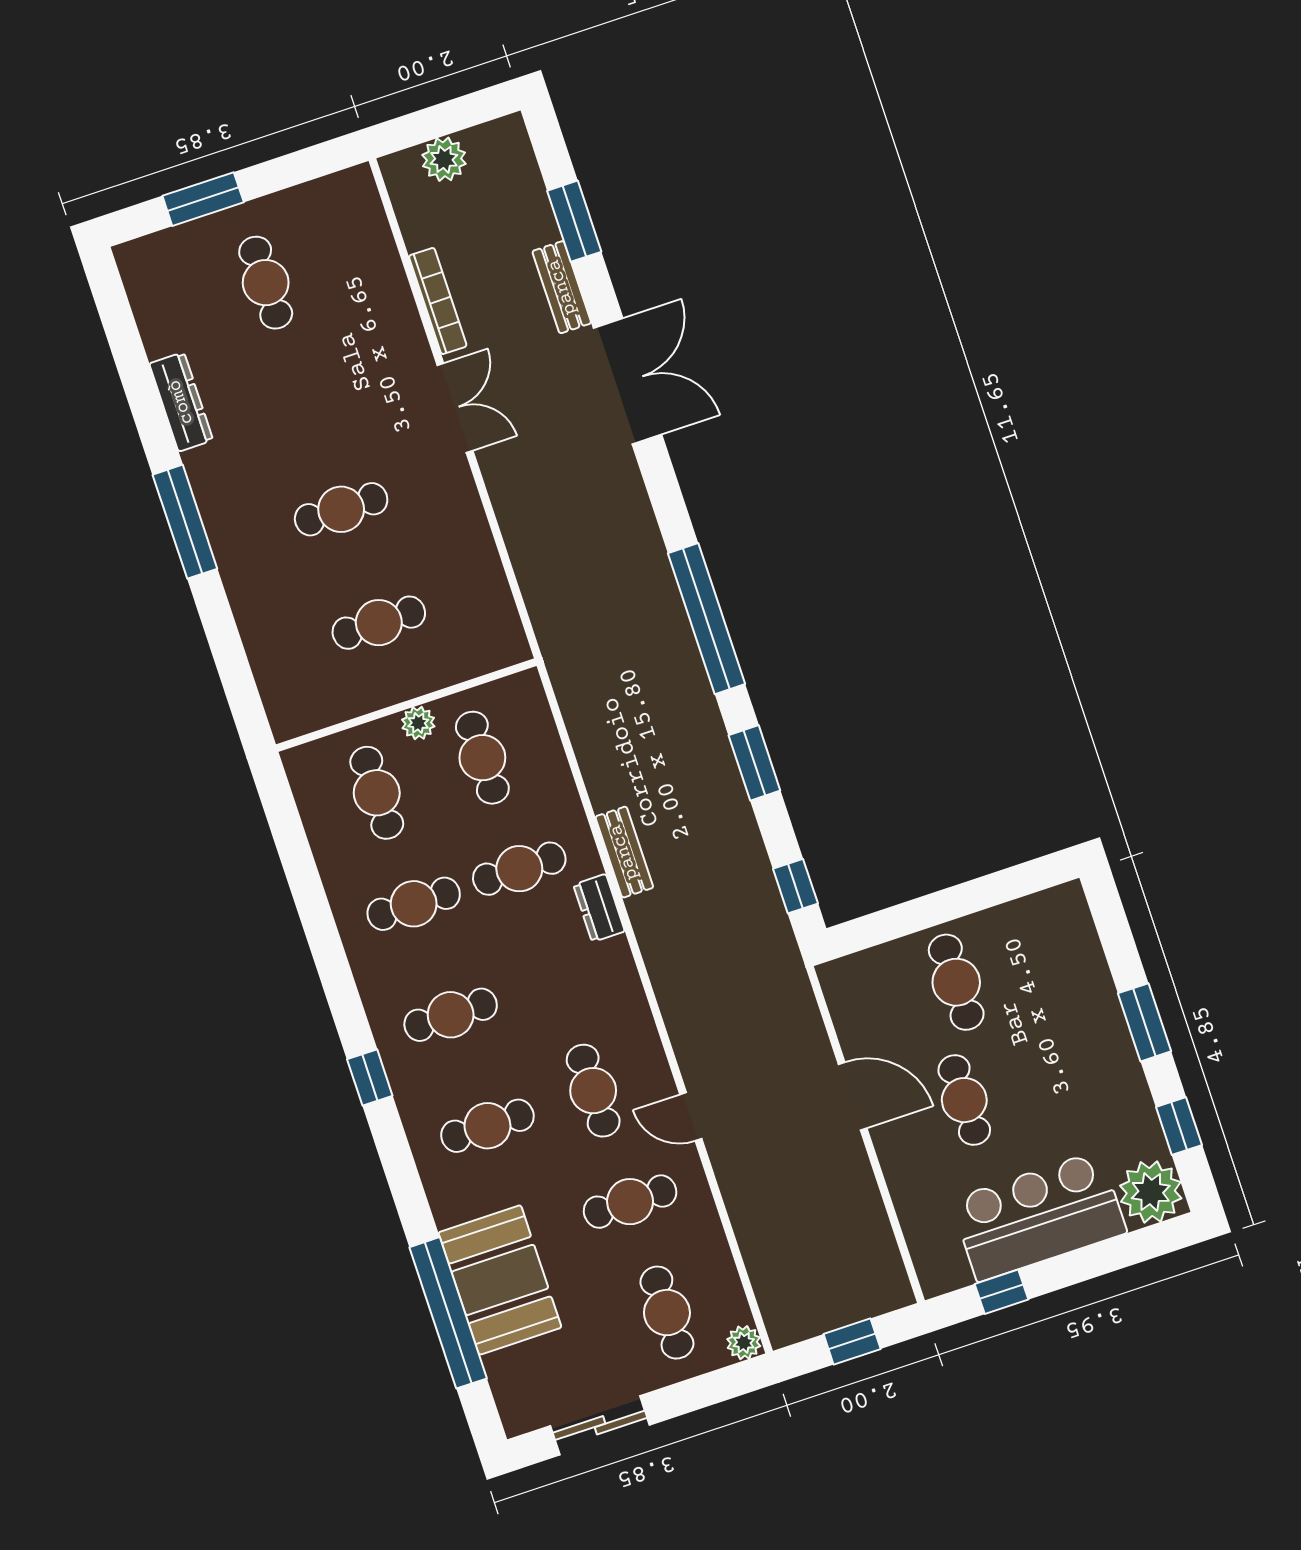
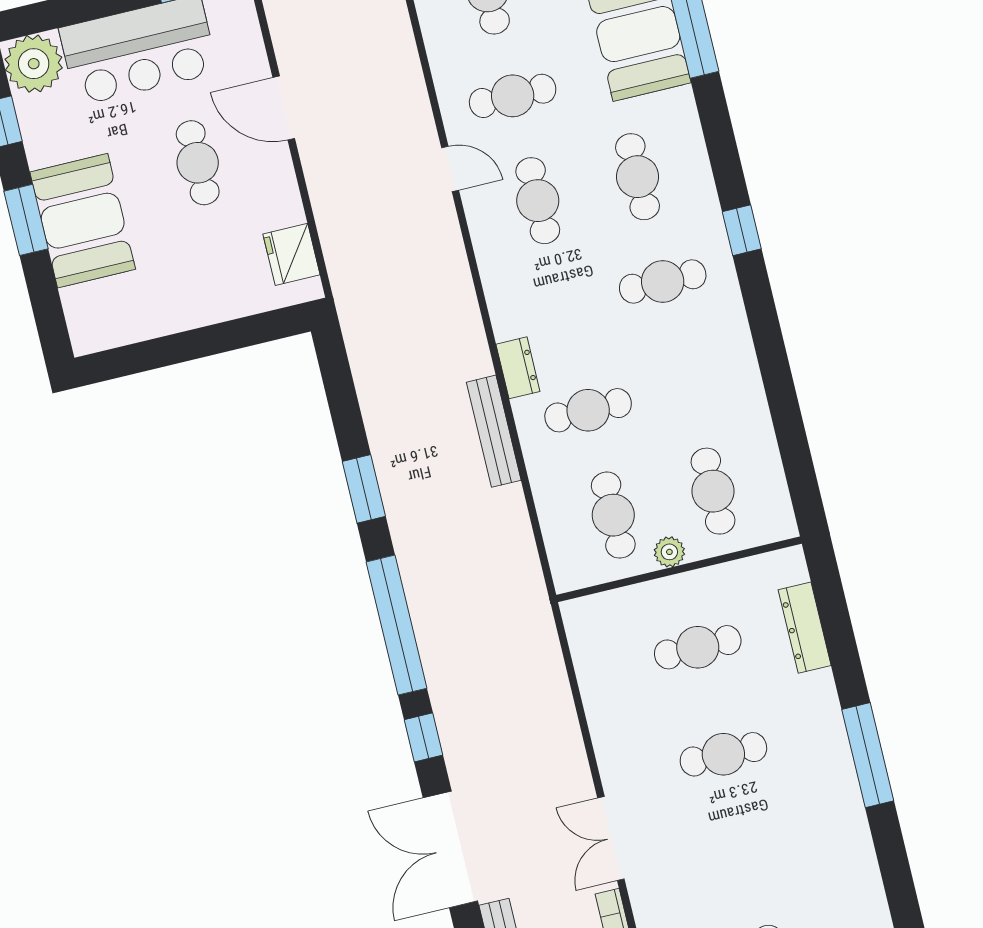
dresser: (181, 402) -> (805, 628), moved
bench: (624, 852) -> (494, 431), width x1.36
window: (795, 886) -> (423, 737), moved
cafe table: (414, 904) -> (688, 386), removed
cafe table: (956, 982) -> (196, 272), removed
fridge: (854, 1010) -> (291, 254), added
booth: (1083, 1027) -> (83, 221), added
door: (853, 1096) -> (284, 108), moved
cafe table: (487, 1126) -> (638, 177), turned 90

